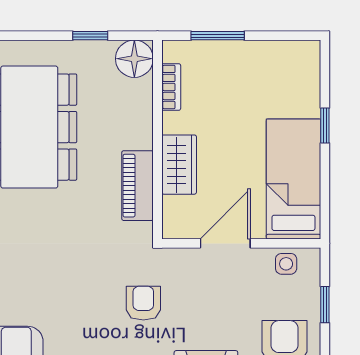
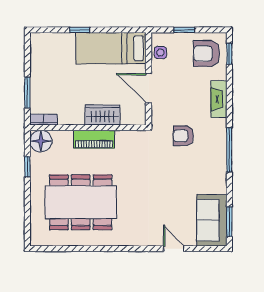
bookcase: (171, 87) -> (44, 120), moved
piano: (137, 186) -> (94, 139), moved

